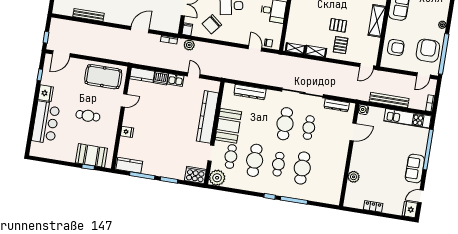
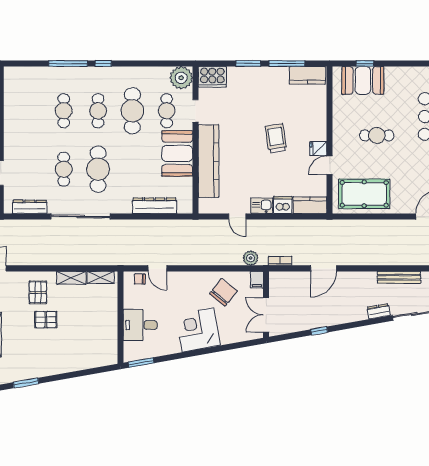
trolley: (158, 125) -> (276, 138), added
fridge: (127, 132) -> (318, 149), moved
cafe table: (302, 168) -> (64, 111), width x0.73, depth x0.74

